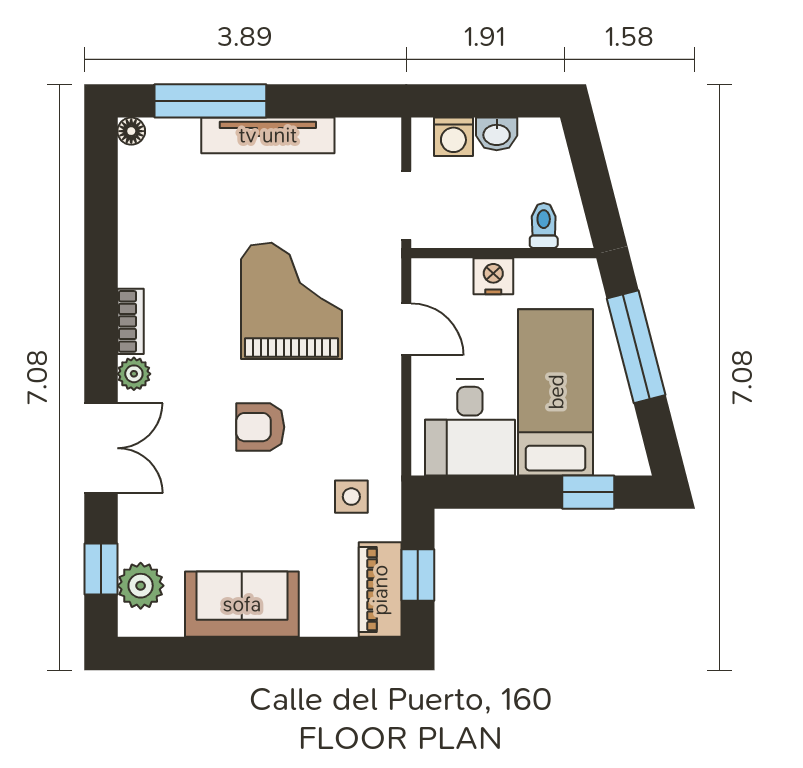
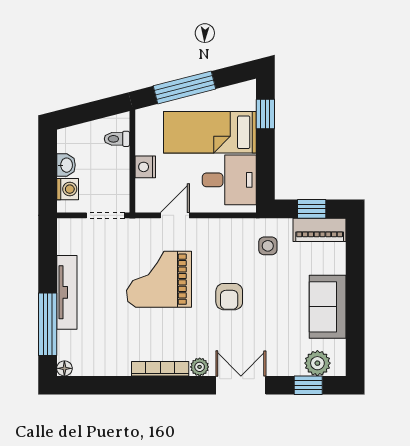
bookcase: (131, 321) -> (160, 369), width x1.56

